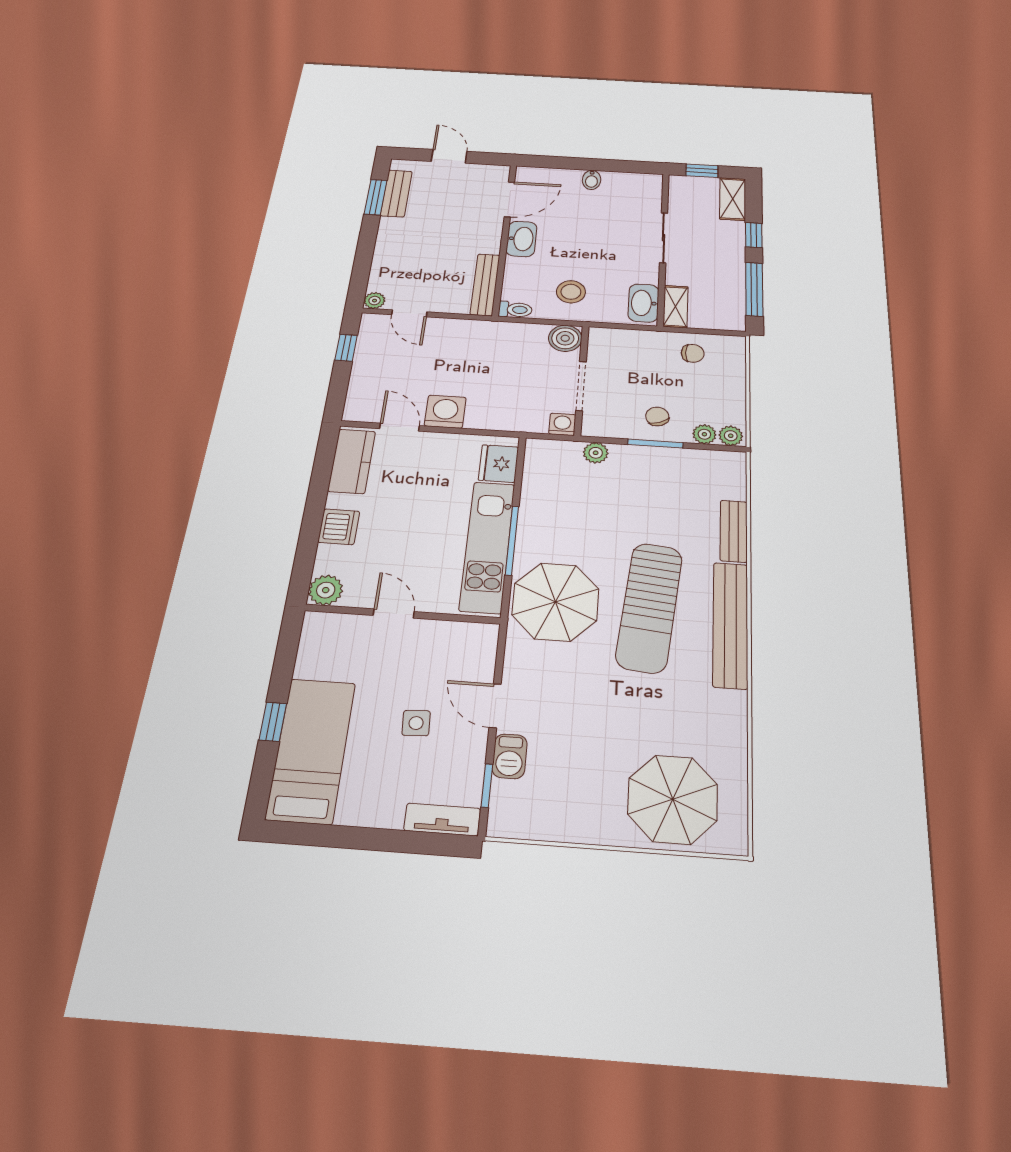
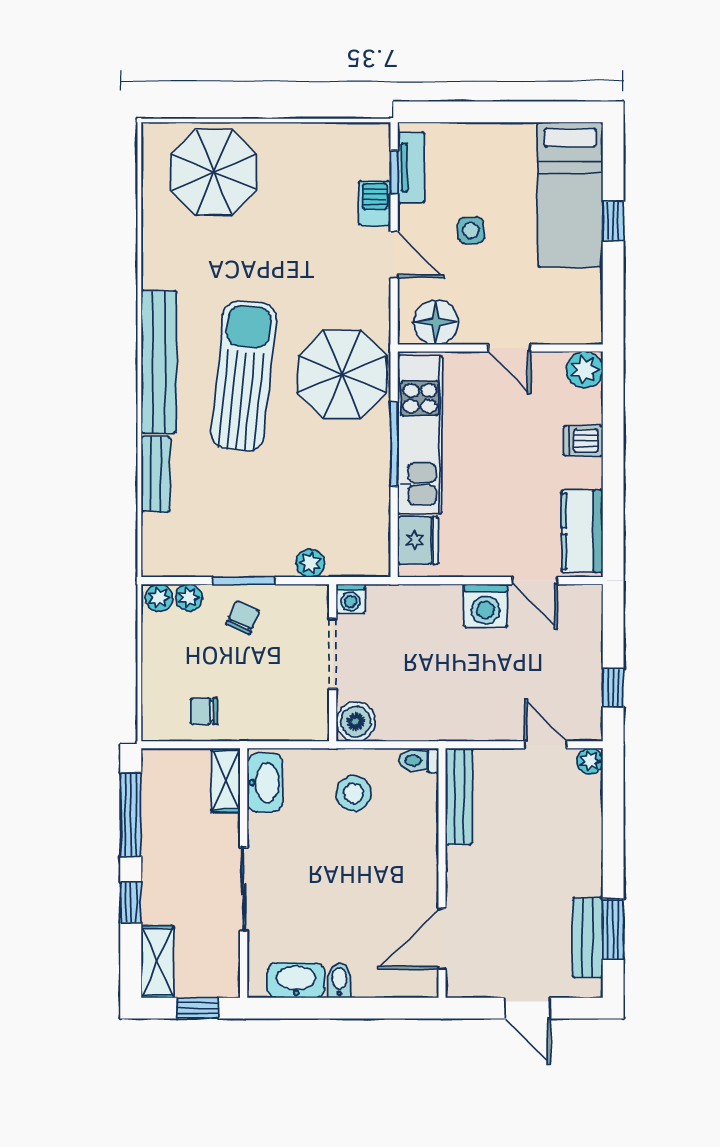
washbasin: (521, 239) -> (296, 980), moved, turned 90
chair: (657, 416) -> (243, 618), turned -135
dishwasher: (339, 527) -> (583, 441), width x0.73
floor lamp: (461, 641) -> (436, 322), added
tv unit: (442, 819) -> (411, 167), moved, turned -90

